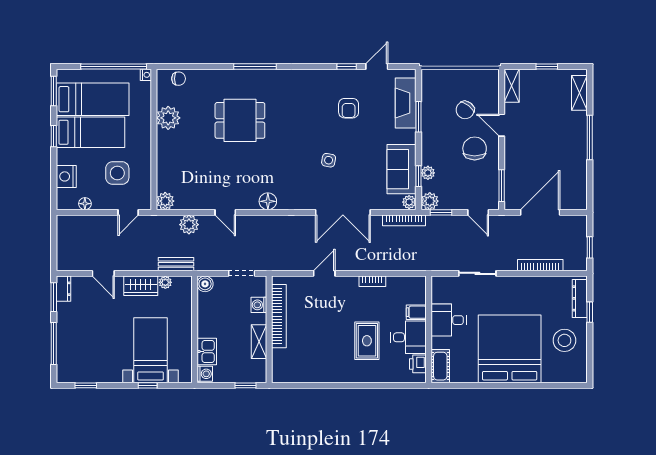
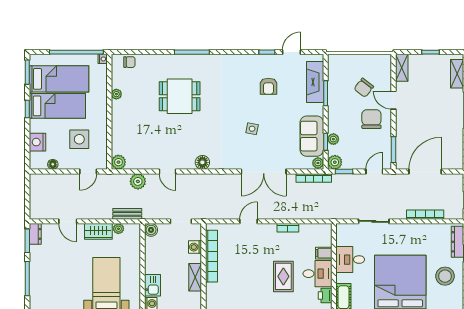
plant: (168, 118) -> (116, 94), width x0.53, depth x0.53
door: (478, 212) -> (374, 171), swing flipped

